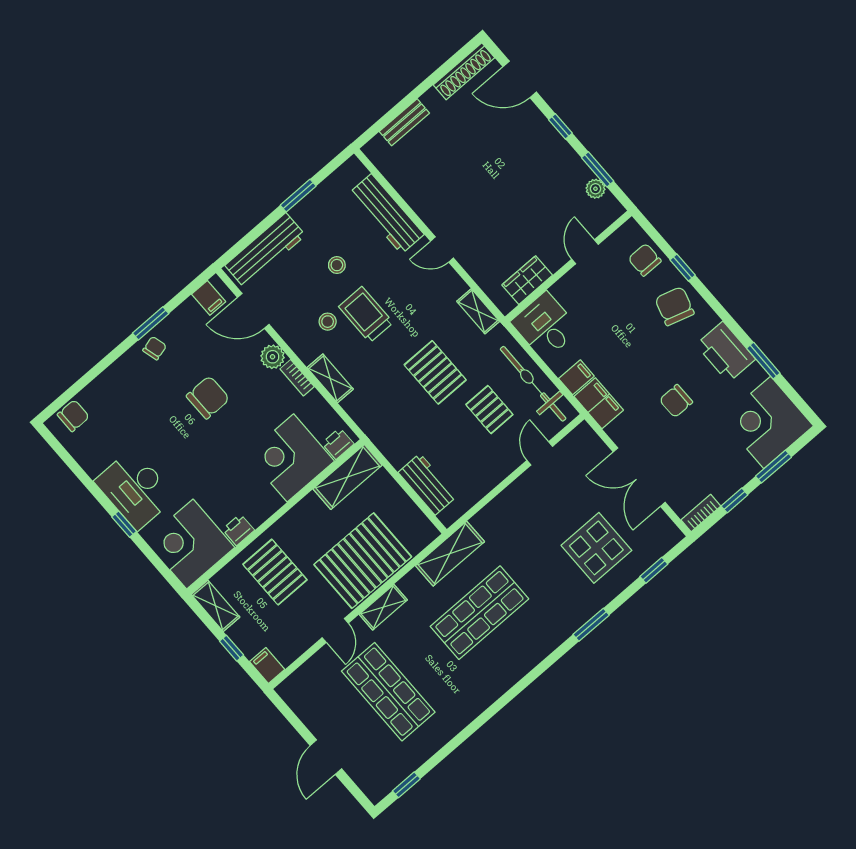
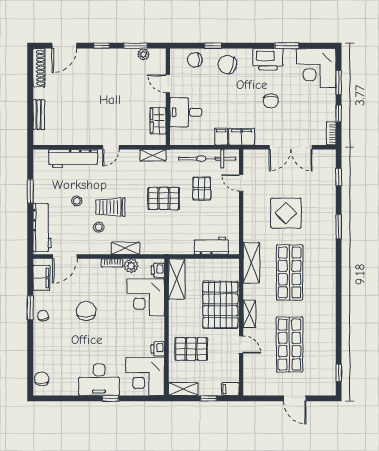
filing cabinet: (209, 298) -> (41, 278), width x2.00
desk: (545, 326) -> (186, 112), moved
plant: (273, 357) -> (131, 266), moved
pallet: (489, 410) -> (202, 189), turned 90
display table: (596, 548) -> (286, 213), moved
shop shelf: (388, 692) -> (290, 345), turned 90

